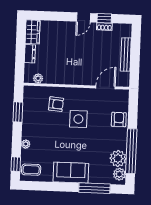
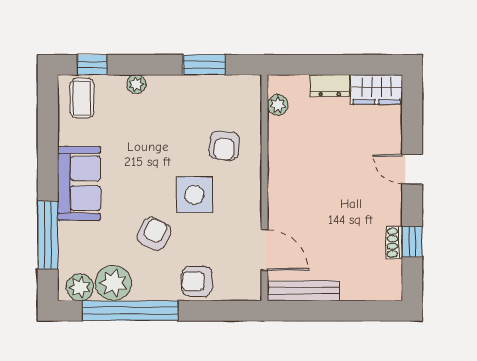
door: (83, 17) -> (412, 169), moved
bench: (126, 55) -> (303, 291), moved
armchair: (119, 119) -> (197, 281), turned 180
armchair: (96, 139) -> (154, 234), added

